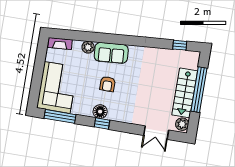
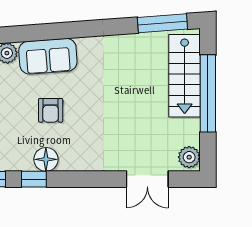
window: (180, 45) -> (162, 23), width x2.17
stairs: (185, 93) -> (185, 76), moved
window: (102, 124) -> (34, 179), moved

